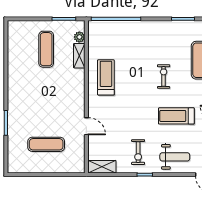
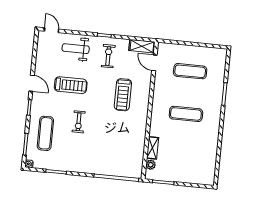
exercise mat: (46, 49) -> (186, 114), moved, turned 90
treadmill: (106, 77) -> (123, 95), moved
door: (86, 126) -> (154, 63), moved

